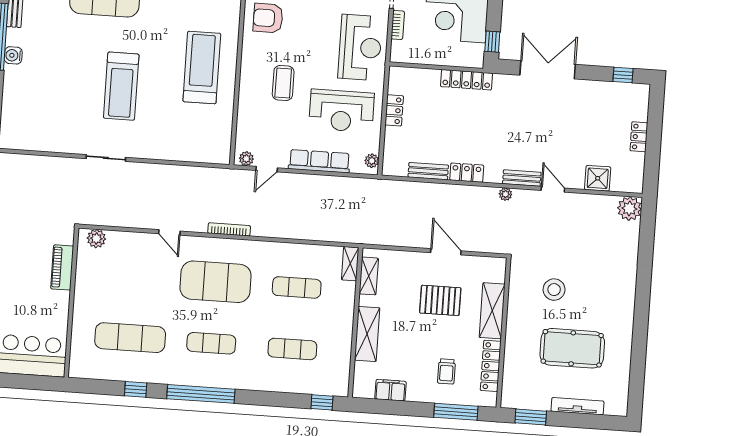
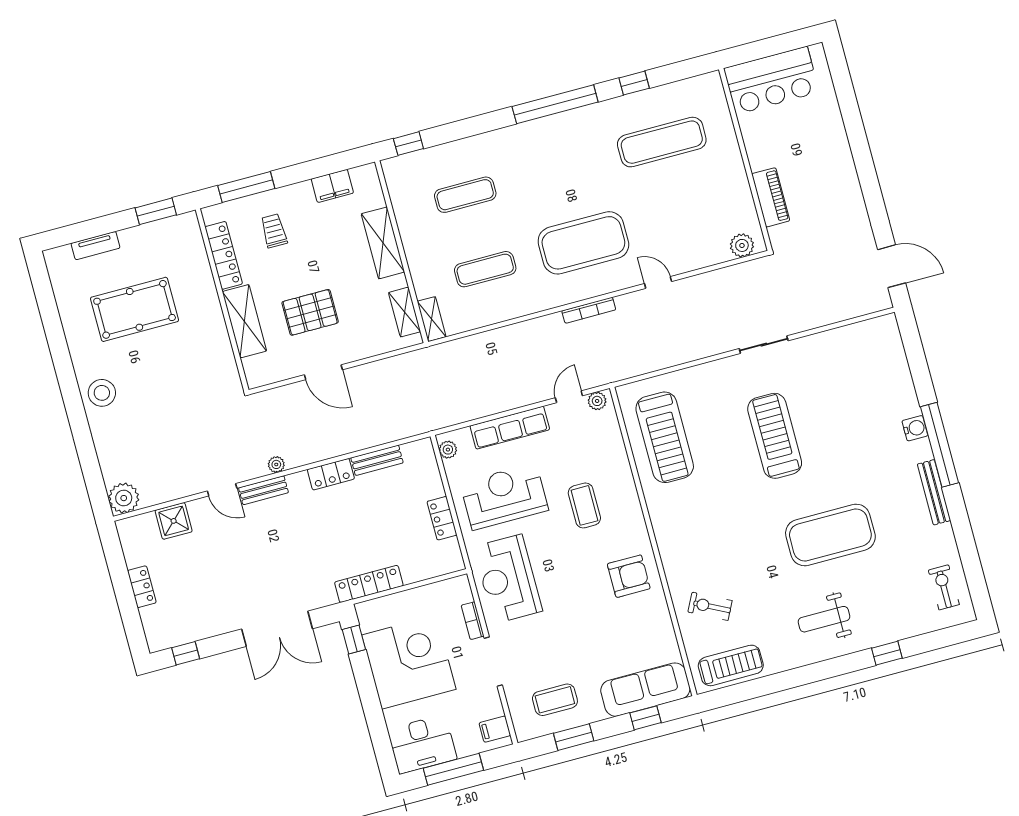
treadmill: (202, 67) -> (665, 437), moved
stool: (554, 290) -> (102, 393), moved
exercise mat: (211, 343) -> (563, 168), removed
tv unit: (577, 406) -> (96, 246), width x0.71

